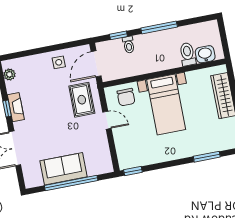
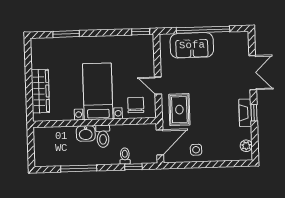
window: (159, 27) -> (79, 168), moved
toilet: (188, 54) -> (103, 136), moved
washbasin: (205, 54) -> (86, 133), moved
sofa: (63, 169) -> (192, 45), moved

